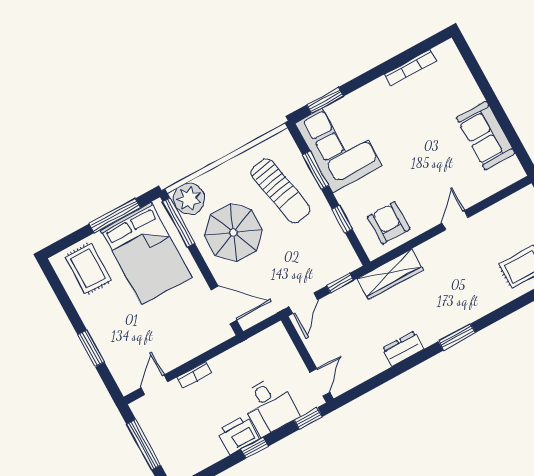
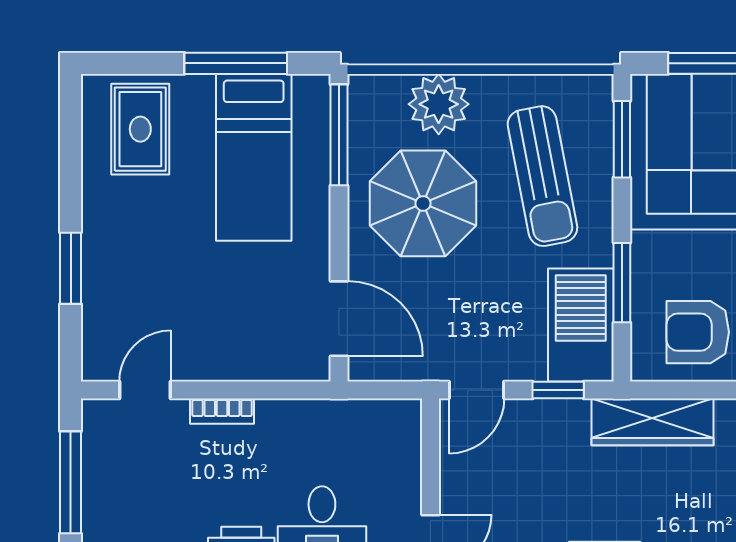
window: (315, 170) -> (622, 139), moved
plant: (189, 199) -> (439, 104), moved
window: (342, 219) -> (622, 283), width x1.50
armchair: (389, 223) -> (698, 332), turned -90
barbecue: (334, 248) -> (581, 325), added
bed: (146, 253) -> (254, 157), width x0.67

